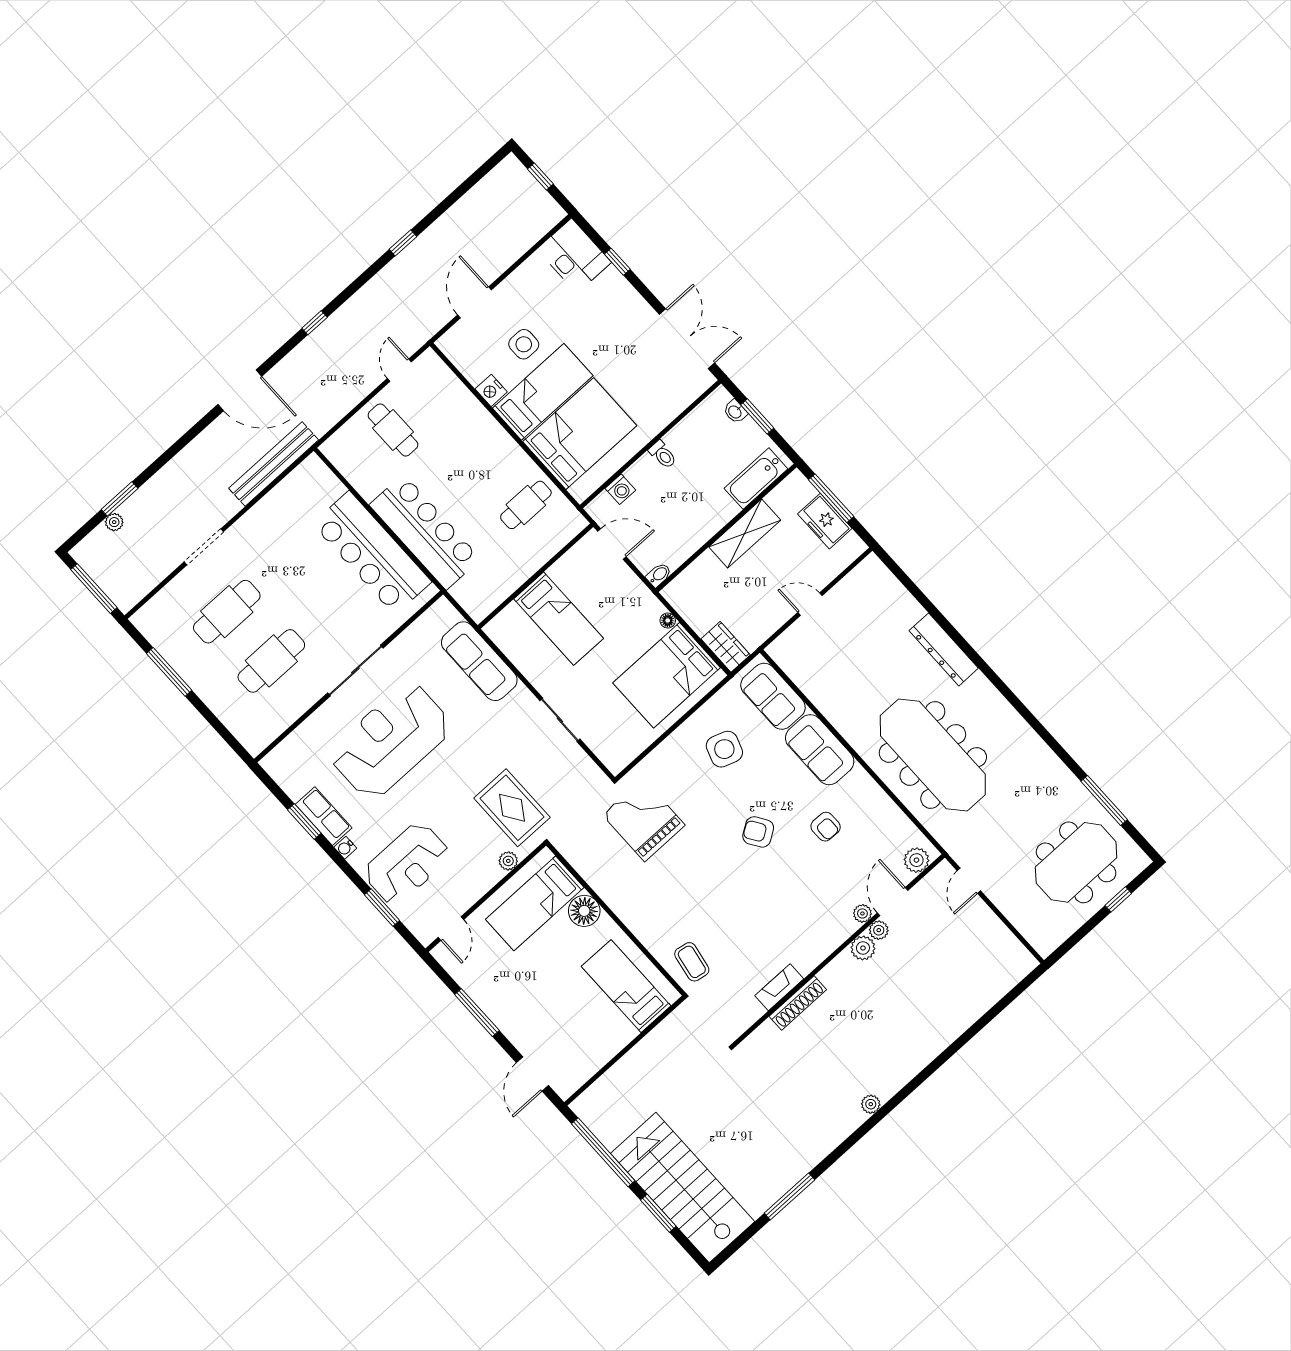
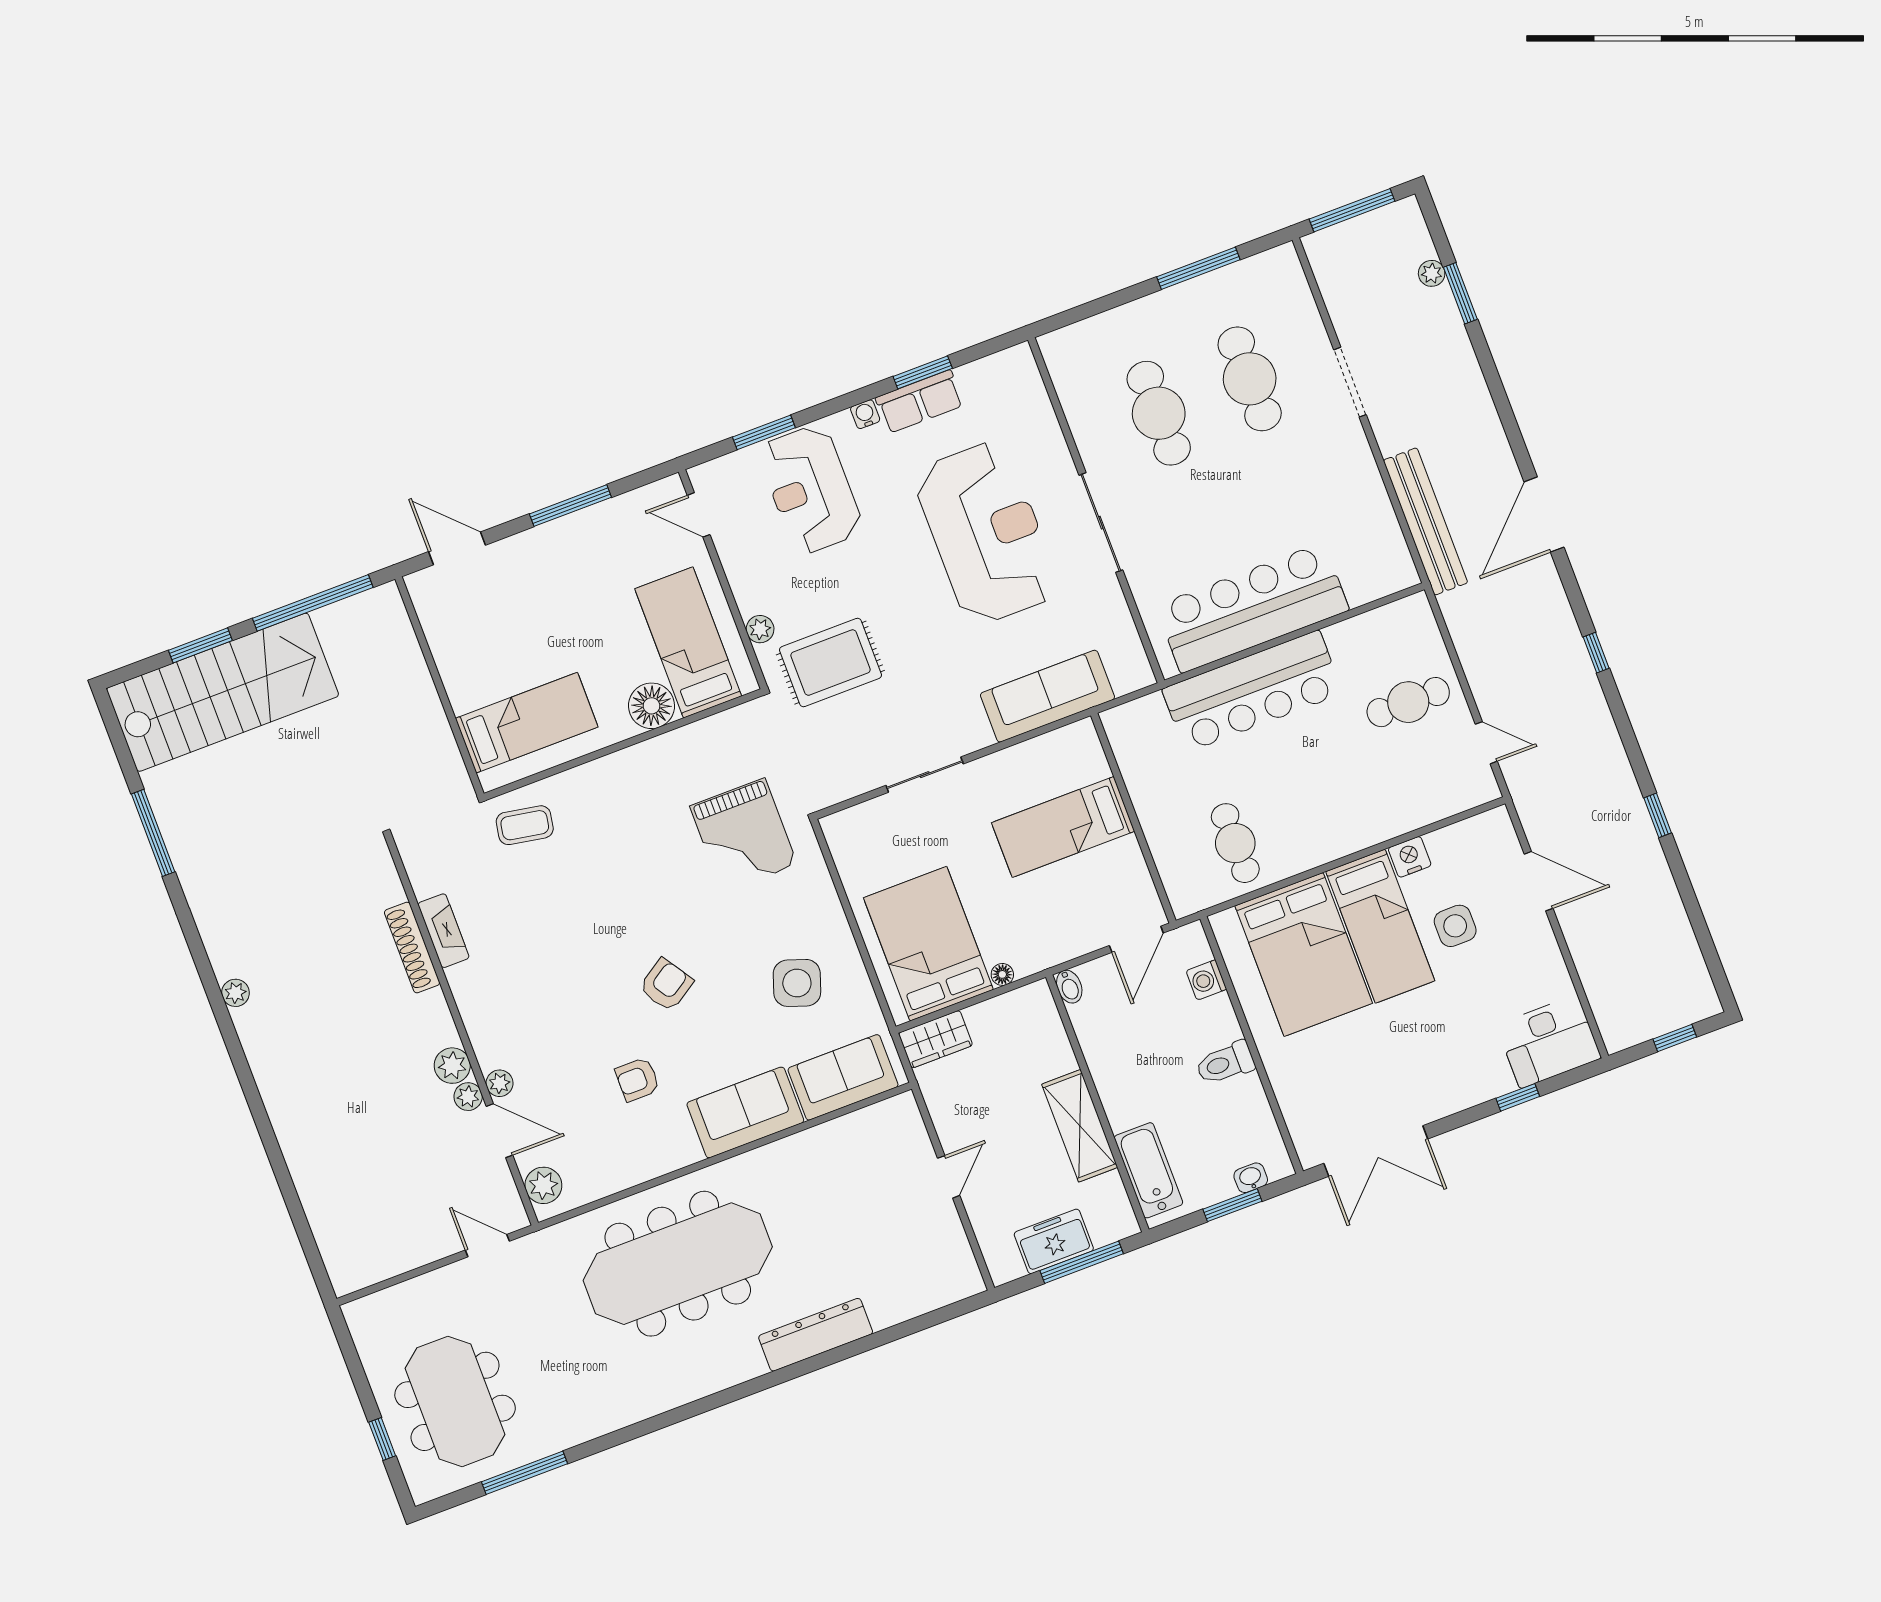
toilet: (663, 455) -> (1225, 1063), width x1.37, depth x1.39
grand piano: (644, 820) -> (744, 835), turned 90

